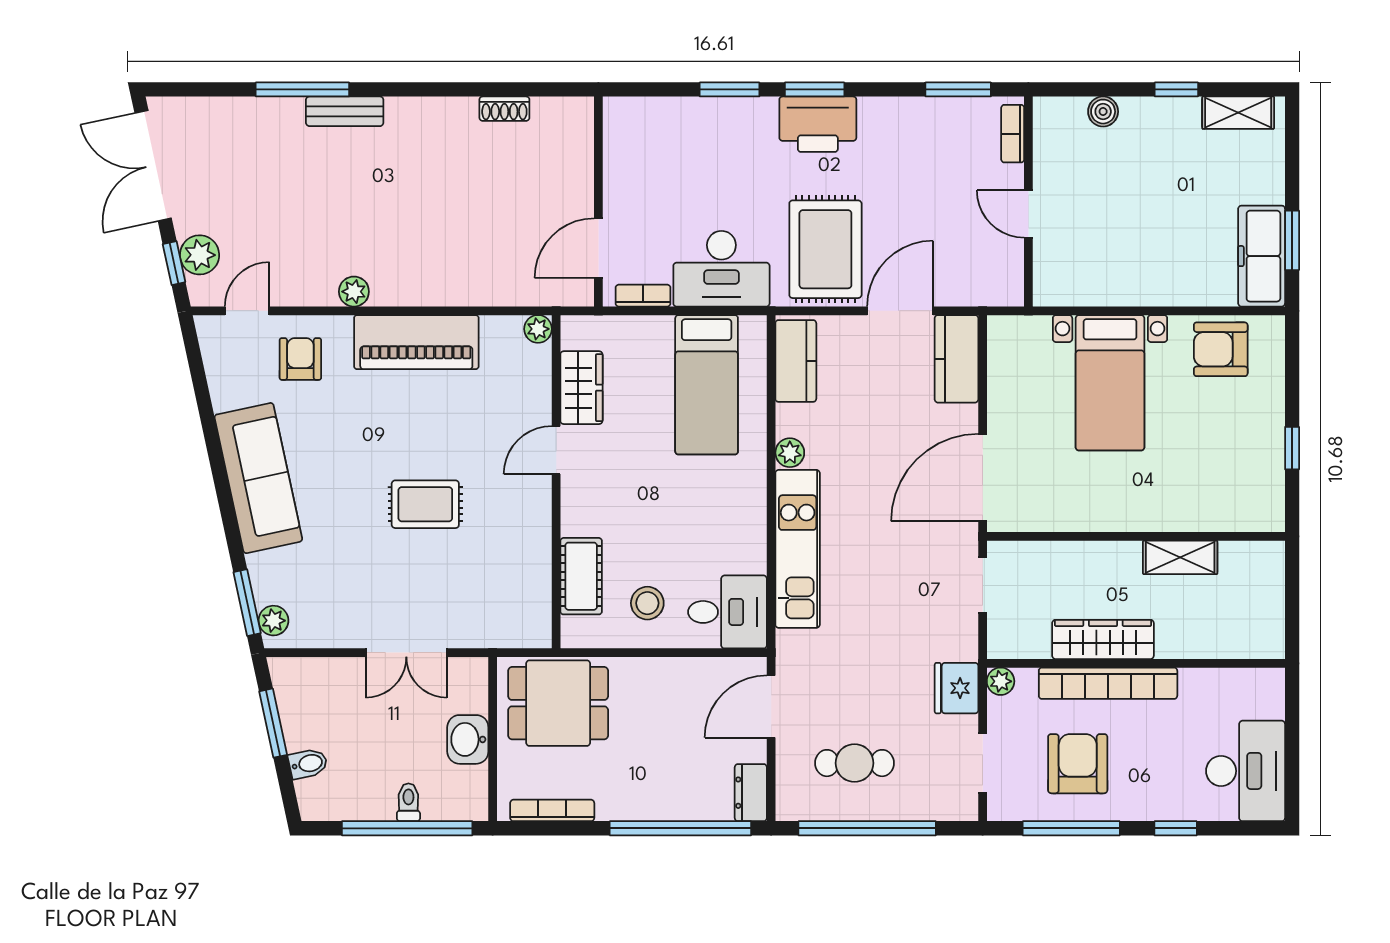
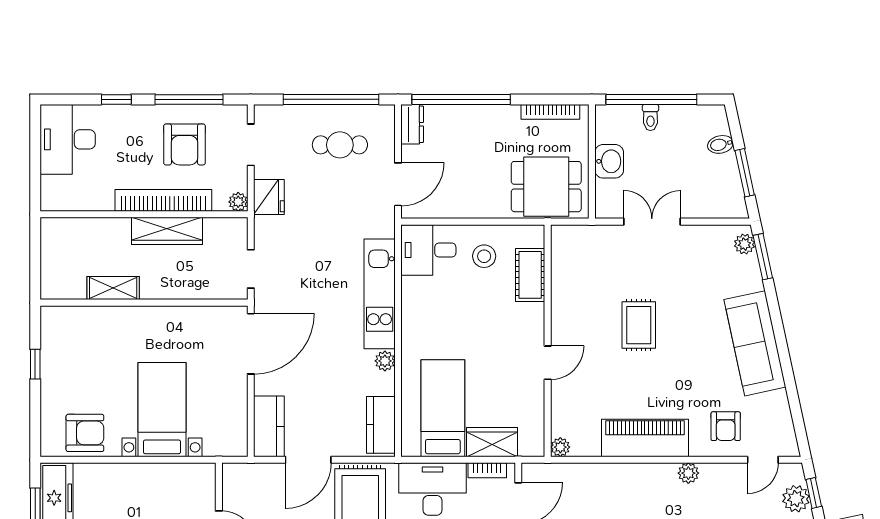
wardrobe: (581, 388) -> (492, 442), moved, turned 90
rug: (425, 504) -> (639, 325), turned 90

